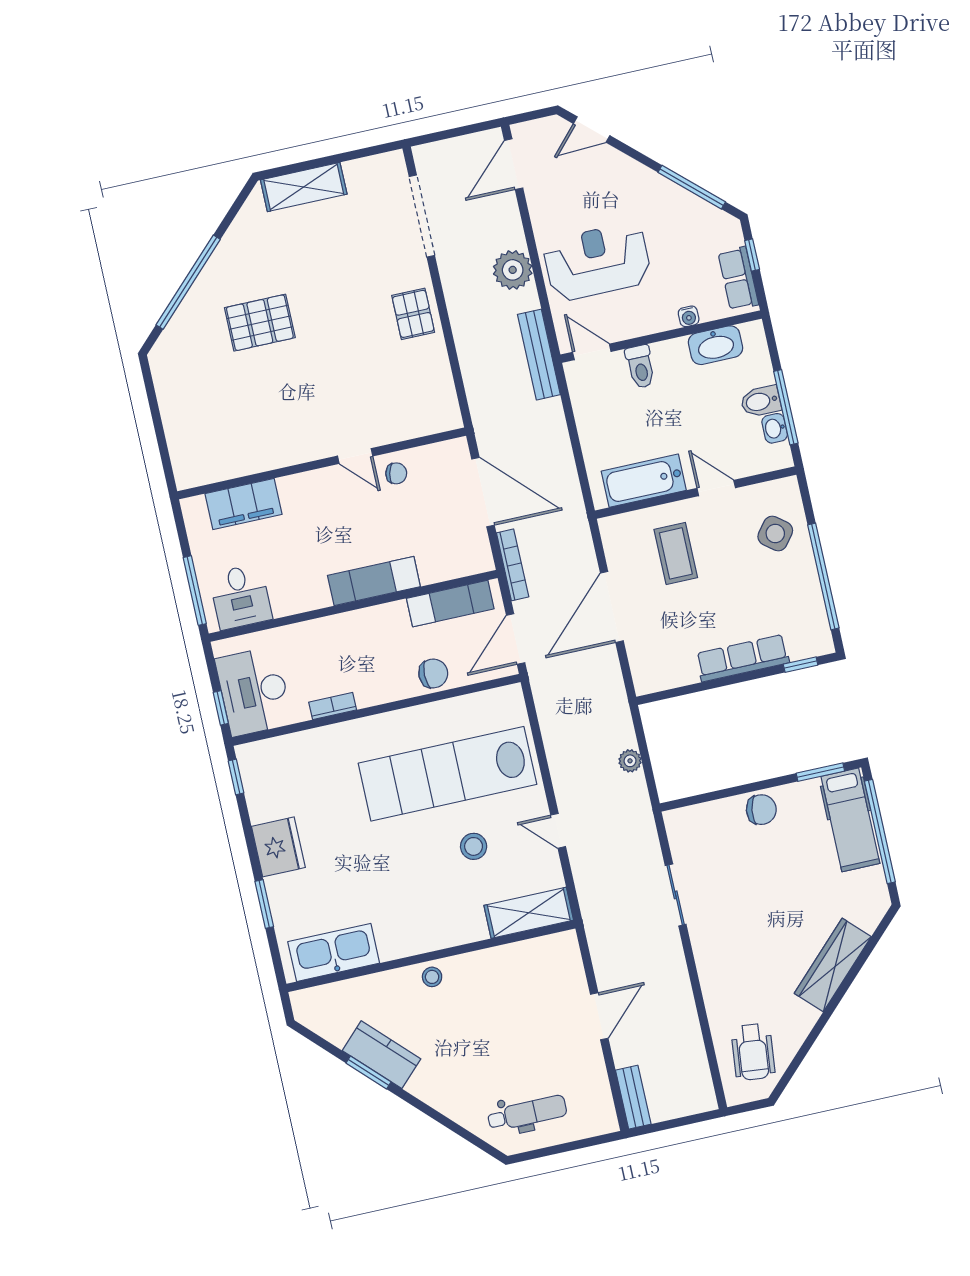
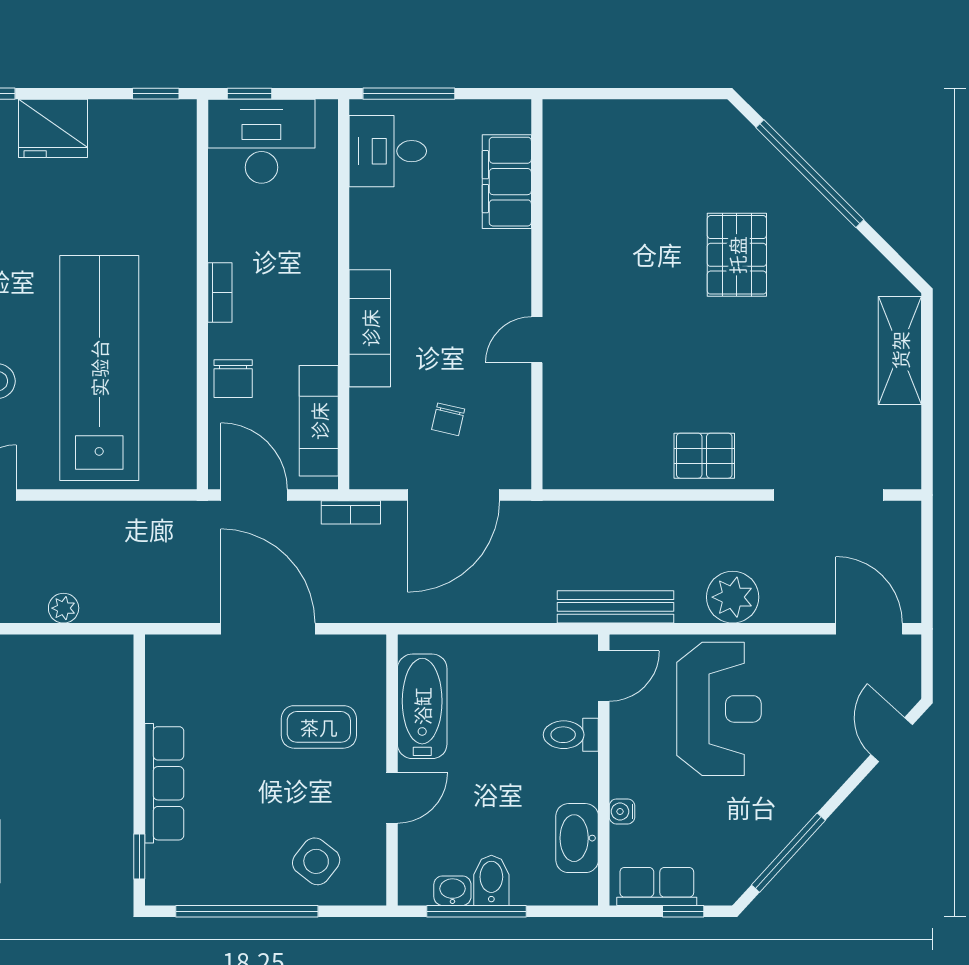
chair: (396, 473) -> (448, 419), moved
bookcase: (513, 565) -> (351, 512), width x0.64
bookcase: (333, 706) -> (220, 292), moved

